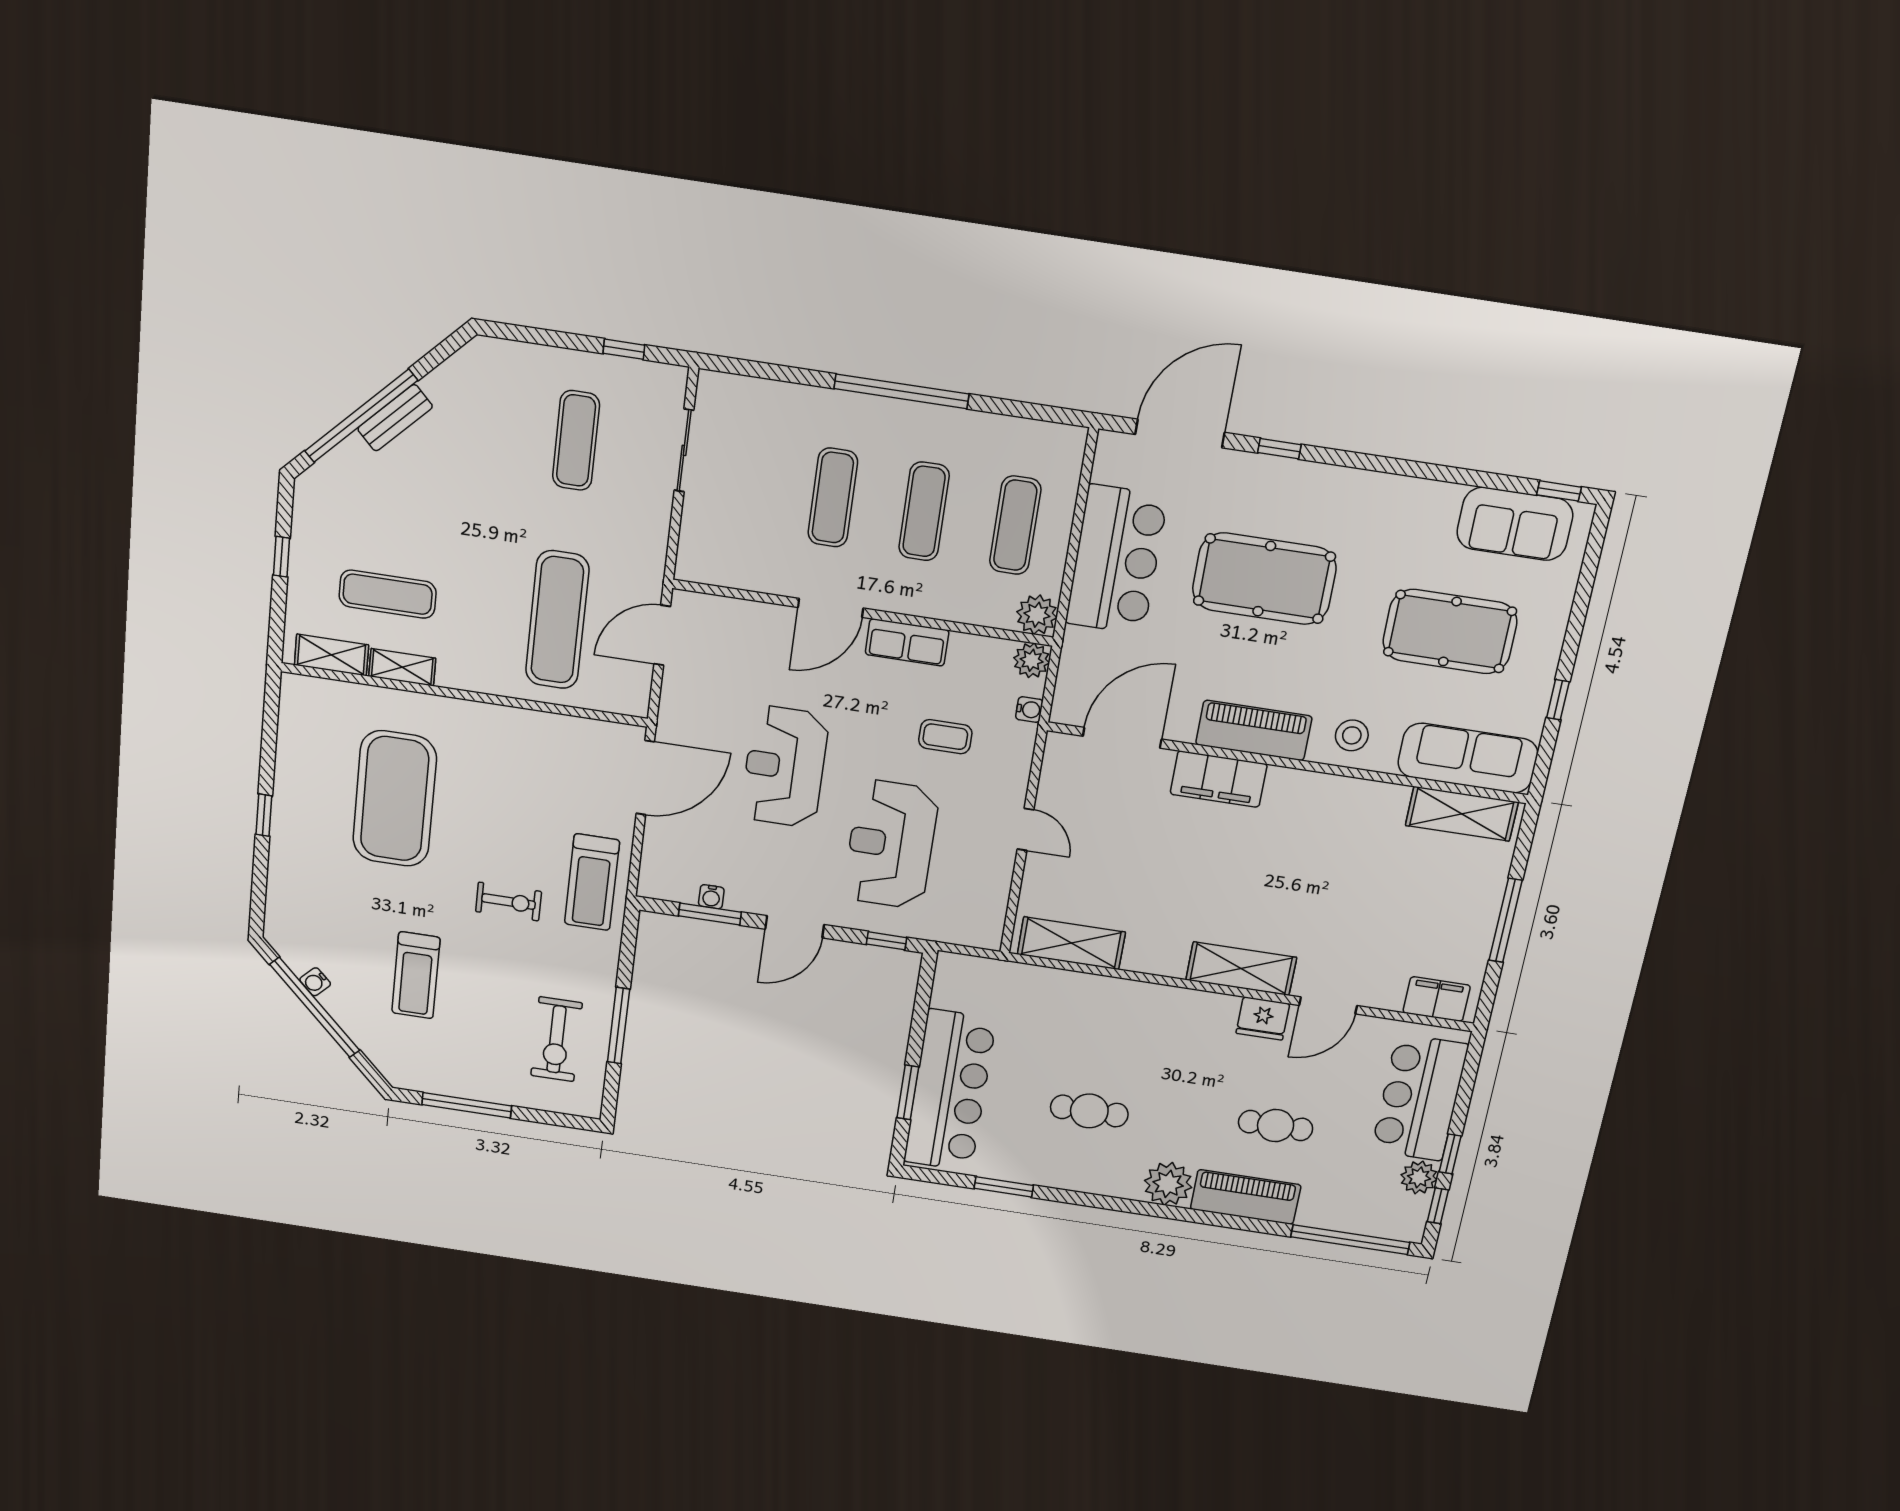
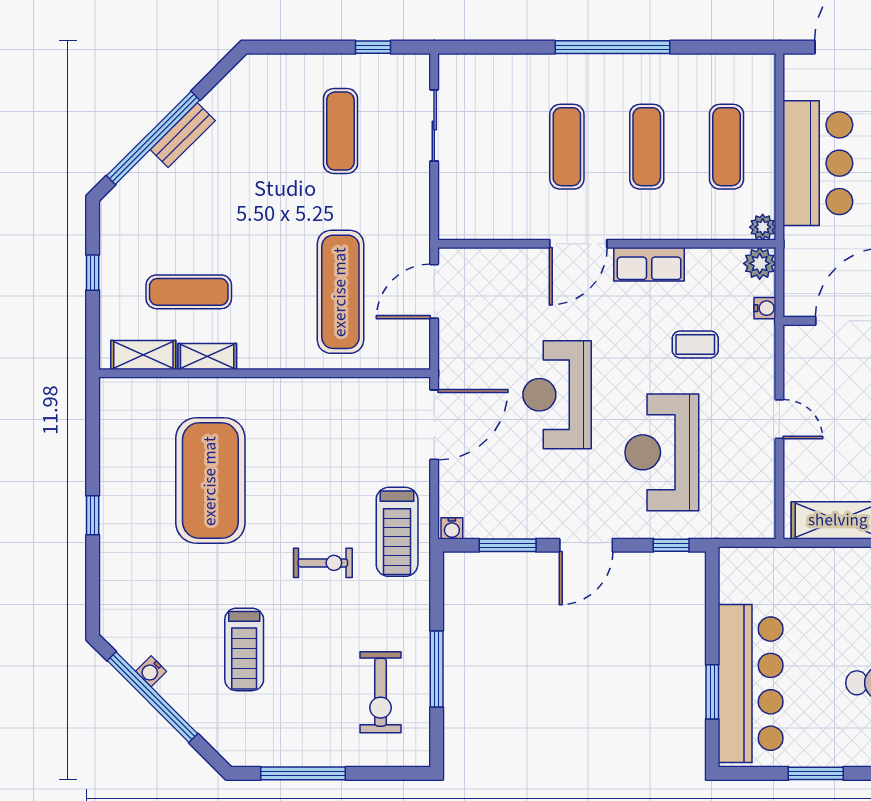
plant: (1037, 615) -> (763, 227), width x0.73, depth x0.73
water cooler: (711, 897) -> (452, 528), moved

